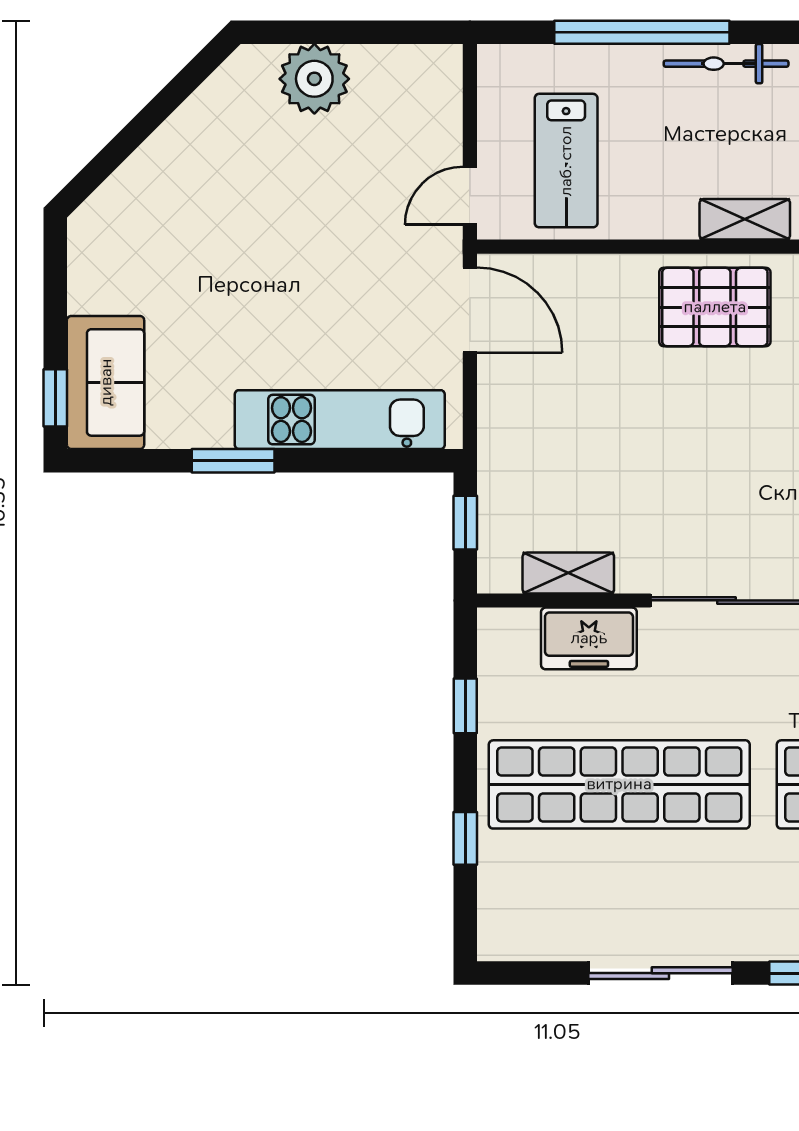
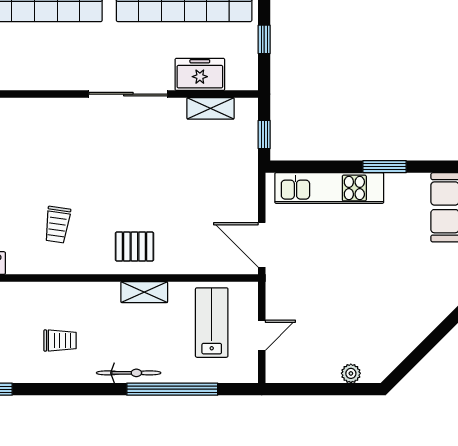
plant: (314, 79) -> (351, 373), width x0.53, depth x0.53
door: (470, 196) -> (262, 335), moved
shelving: (745, 219) -> (144, 292), moved
pallet: (715, 307) -> (134, 247), width x0.67, depth x0.71

